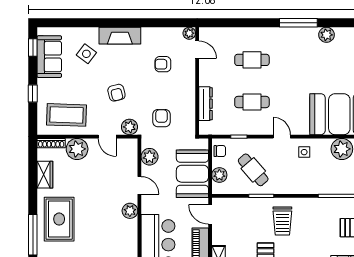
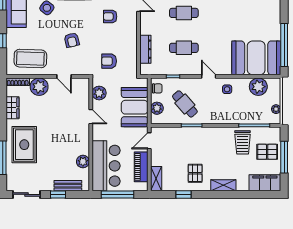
armchair: (161, 118) -> (109, 61), turned -90
plant: (129, 127) -> (83, 68), removed
plant: (130, 211) -> (83, 162), moved
door: (210, 214) -> (149, 141), hinge flipped
trolley: (282, 221) -> (243, 142), moved

